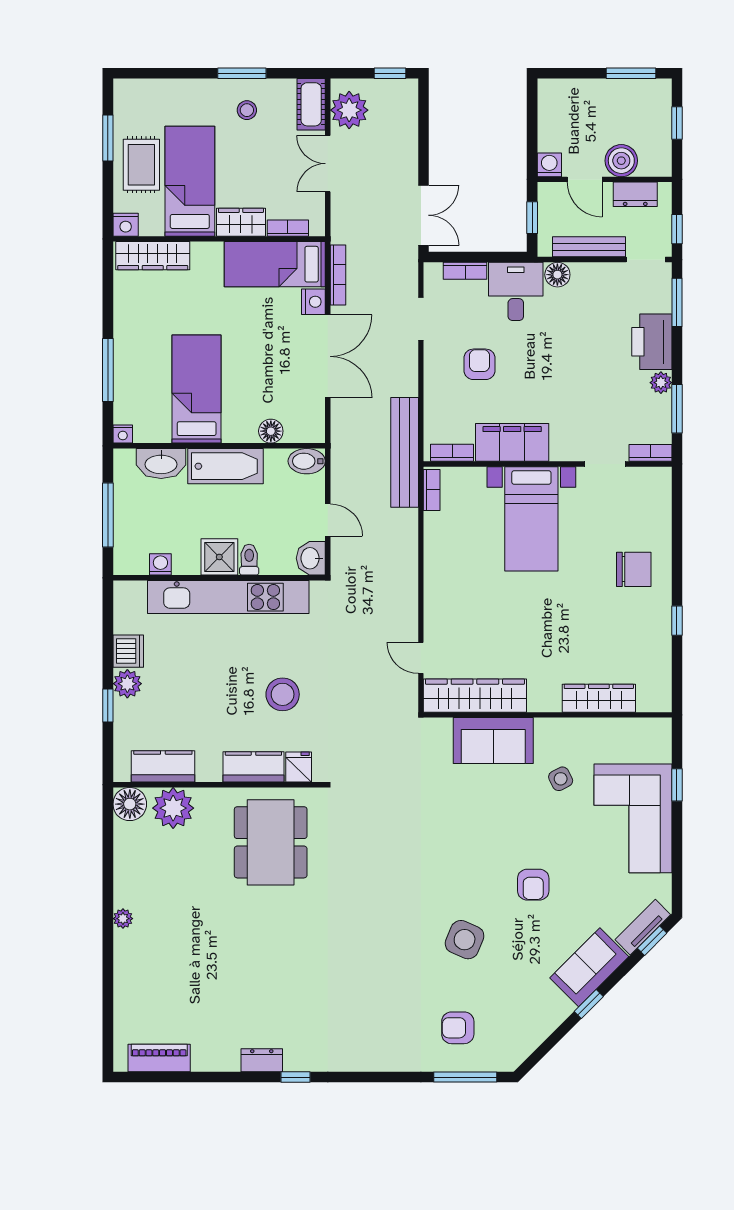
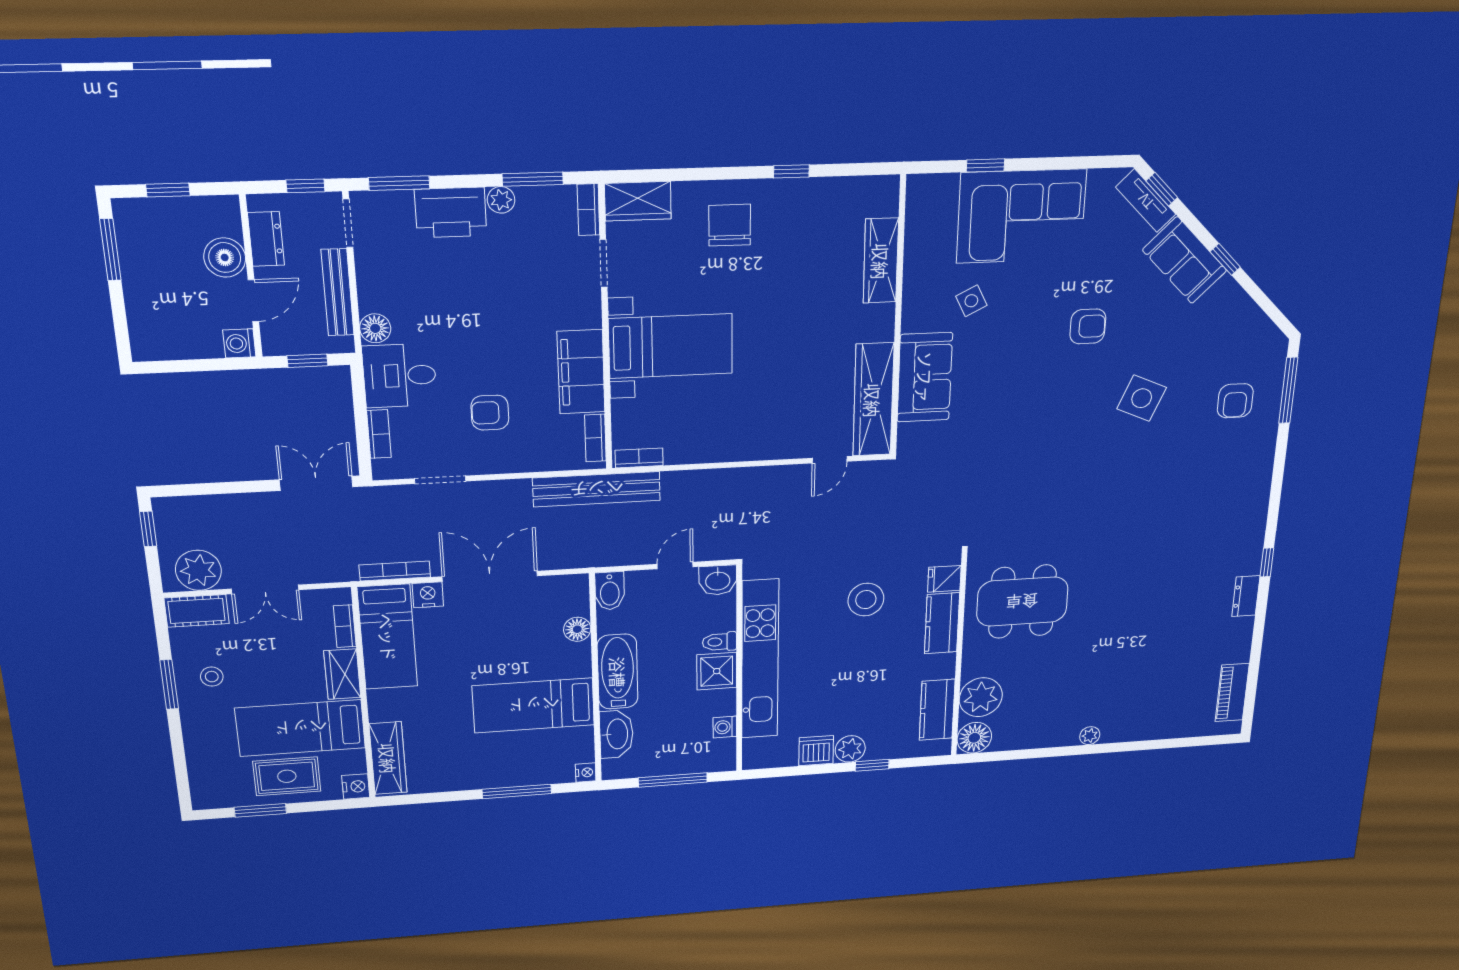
wardrobe: (656, 493) -> (638, 201), added

